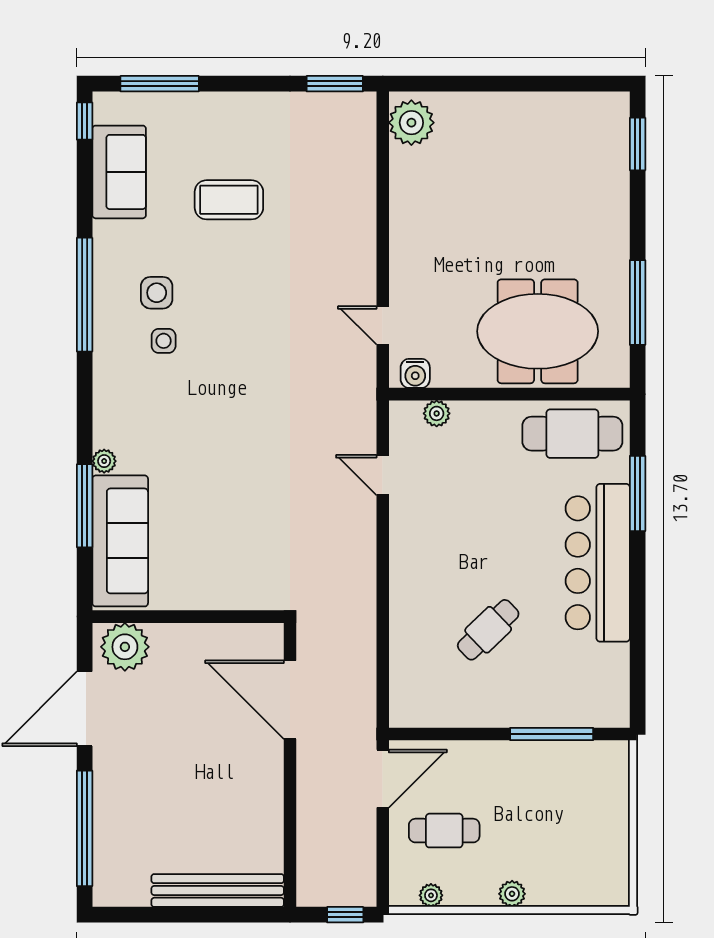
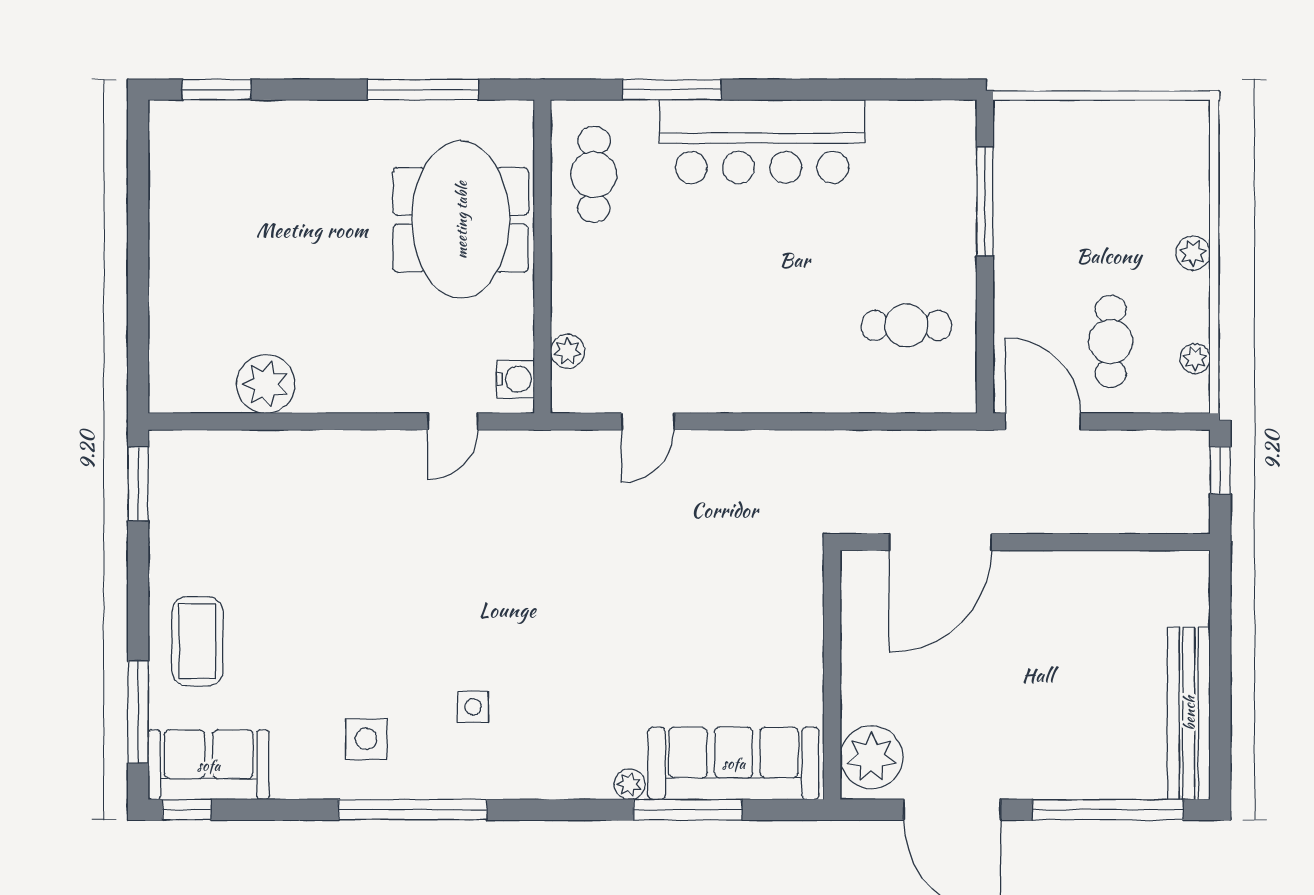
plant: (411, 123) -> (266, 384), moved
sofa: (119, 172) -> (209, 765), moved
coffee table: (229, 200) -> (197, 641), moved
side table: (157, 293) -> (366, 739), moved
cafe table: (572, 434) -> (594, 174), width x0.73, depth x0.74
cafe table: (488, 630) -> (906, 326), moved, turned -46
bench: (218, 890) -> (1189, 713), moved

